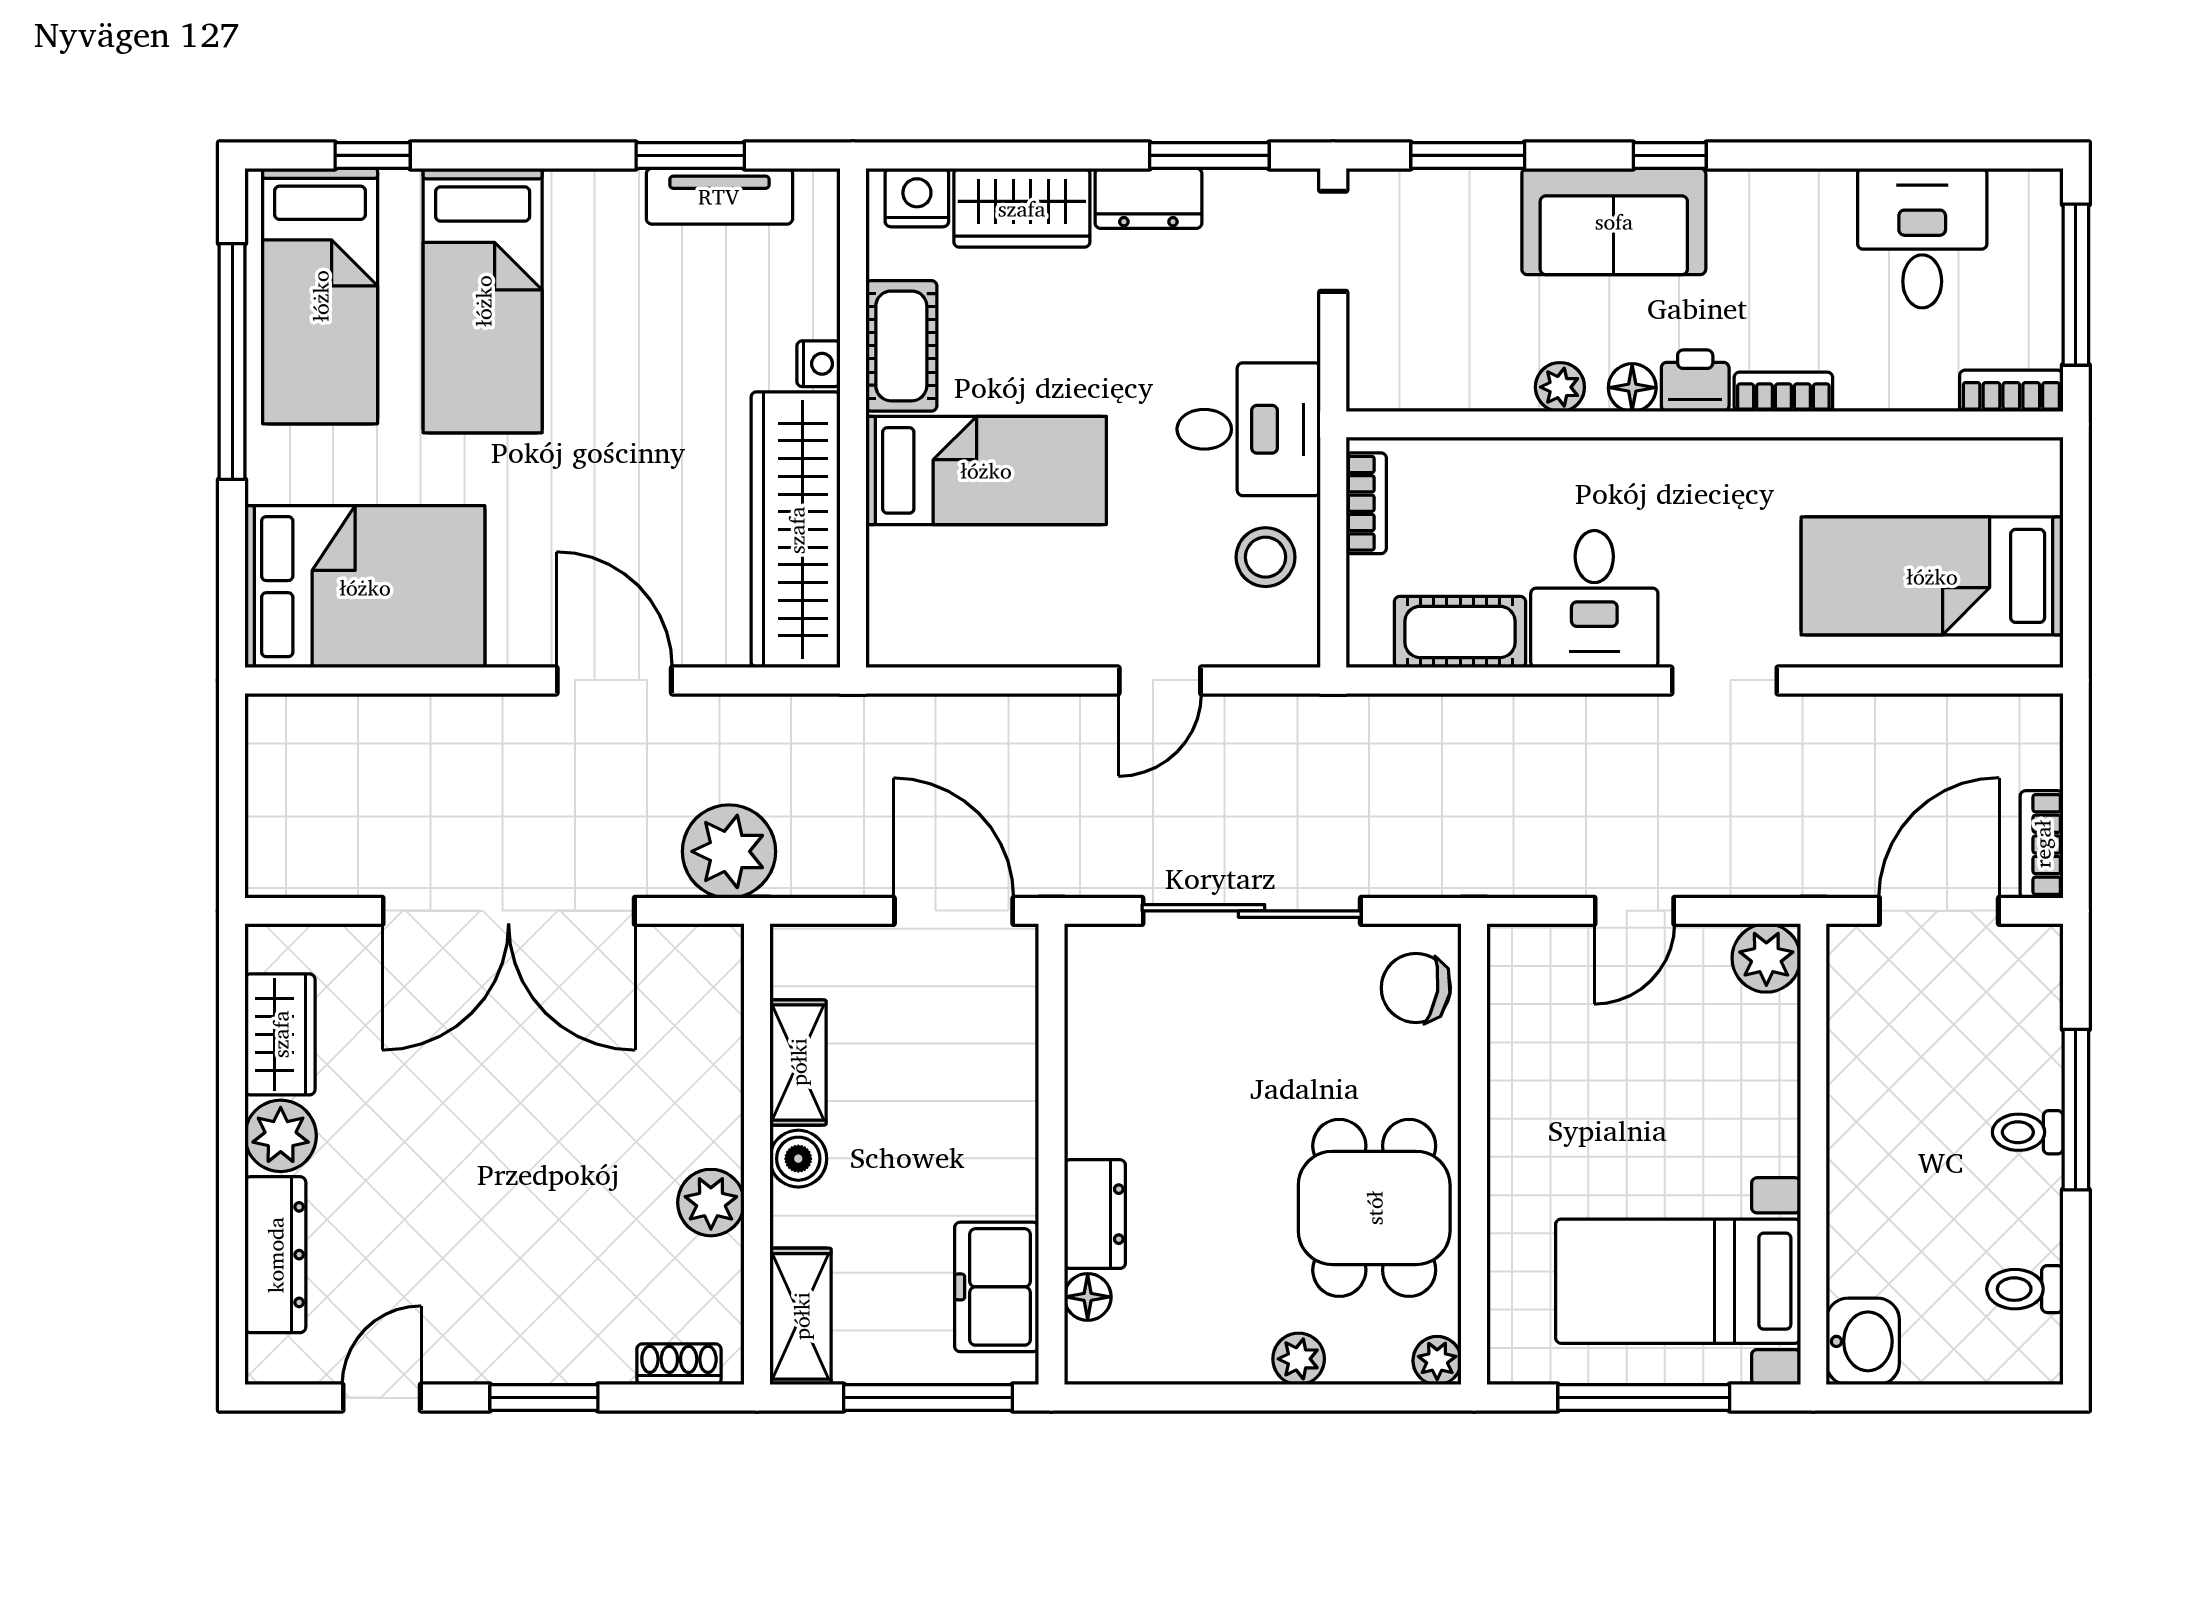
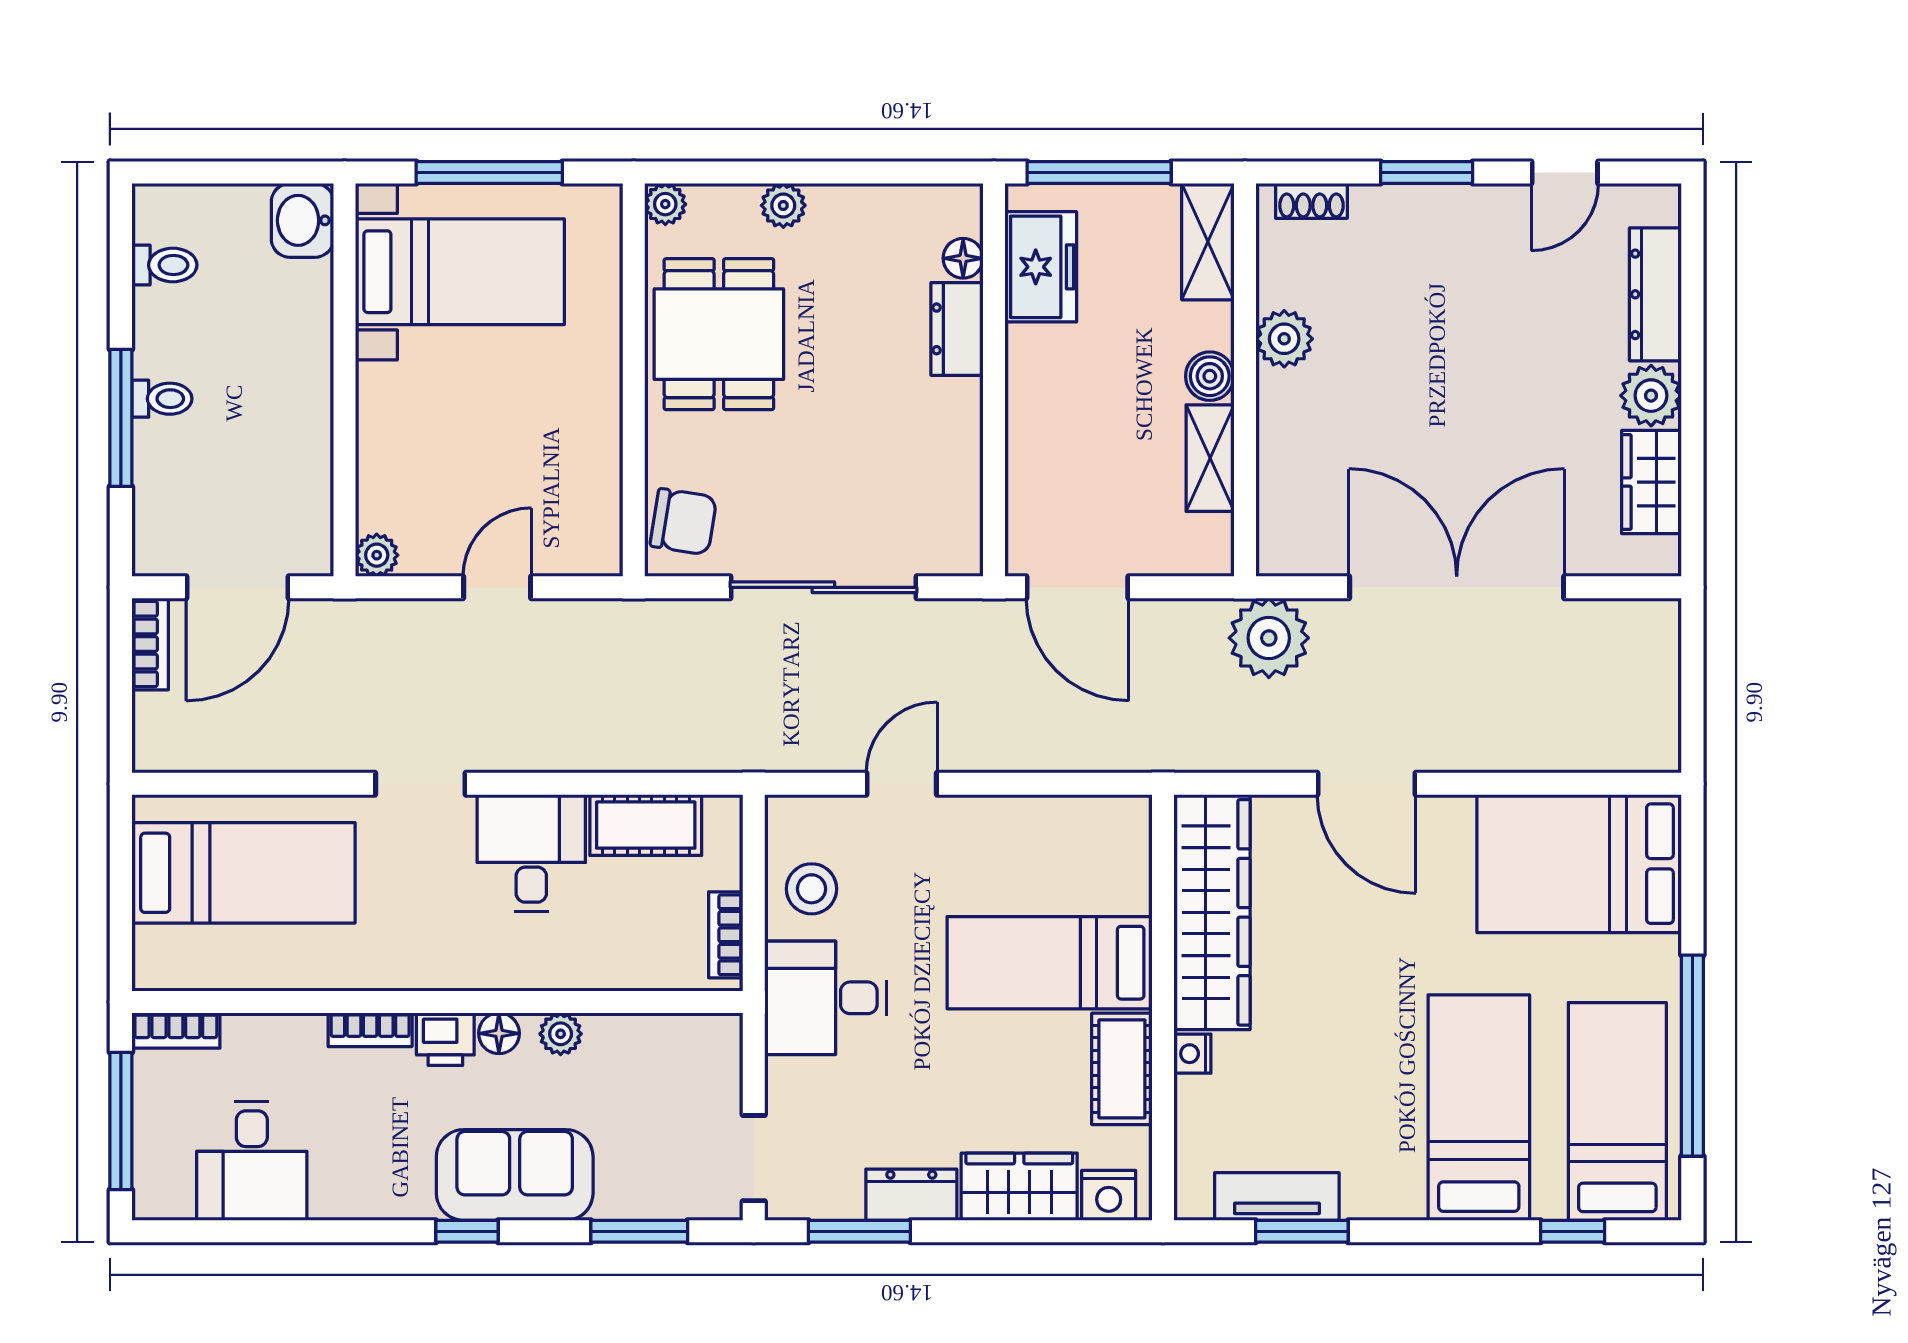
plant: (1766, 958) -> (377, 555), width x0.73, depth x0.73

